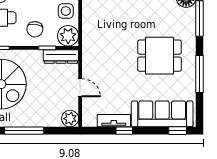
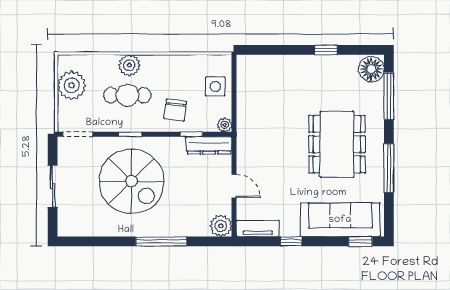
plant: (68, 36) -> (225, 125), width x0.53, depth x0.53
dining table: (160, 56) -> (337, 144), width x1.38
tv unit: (114, 121) -> (258, 229), moved

